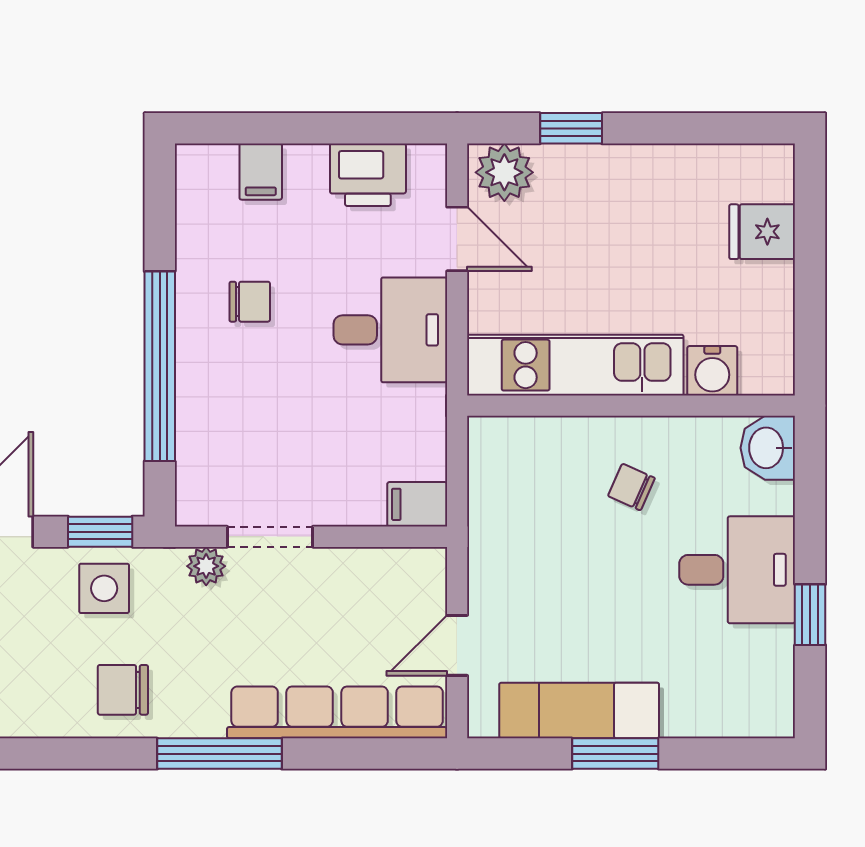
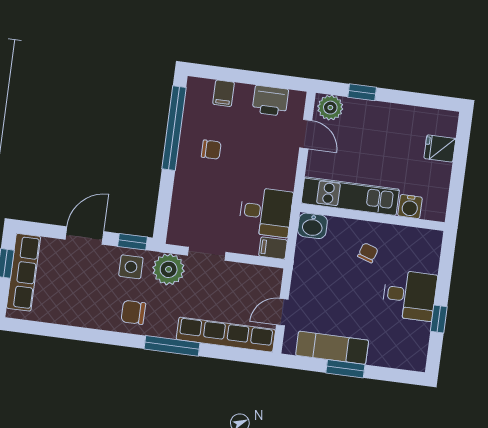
desk: (390, 330) -> (266, 212), moved
window: (160, 366) -> (174, 128), moved
washbasin: (768, 448) -> (312, 226), moved, turned -90
chair: (631, 487) -> (368, 253), turned 84
plant: (206, 566) -> (169, 269), width x1.88, depth x1.88

